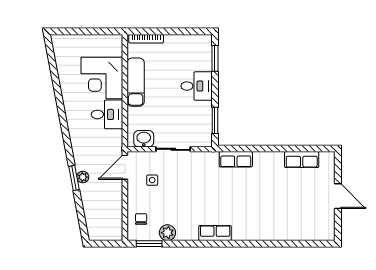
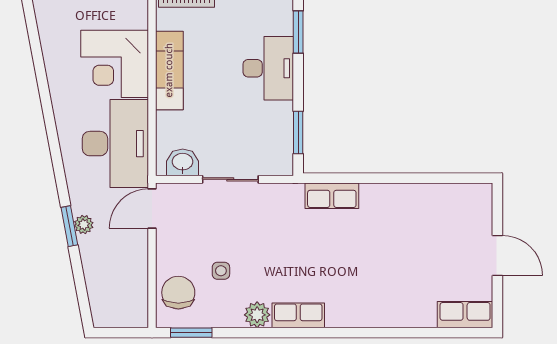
desk: (197, 86) -> (268, 68), width x1.37
desk: (107, 114) -> (115, 144), width x1.87, depth x1.30
row of seats: (302, 160) -> (465, 315), moved, turned 180
side table: (152, 180) -> (221, 271), moved
chair: (141, 219) -> (178, 293), width x1.87, depth x1.87
plant: (167, 233) -> (257, 315), moved

